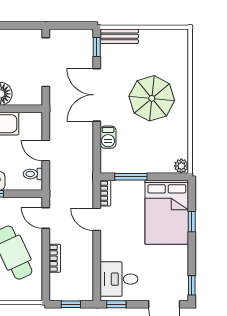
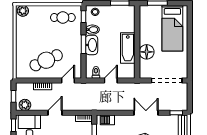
double door: (97, 95) -> (146, 113), width x0.73
barbecue: (108, 137) -> (107, 120), moved
door: (97, 219) -> (55, 113), moved
plant: (84, 286) -> (25, 105), added

